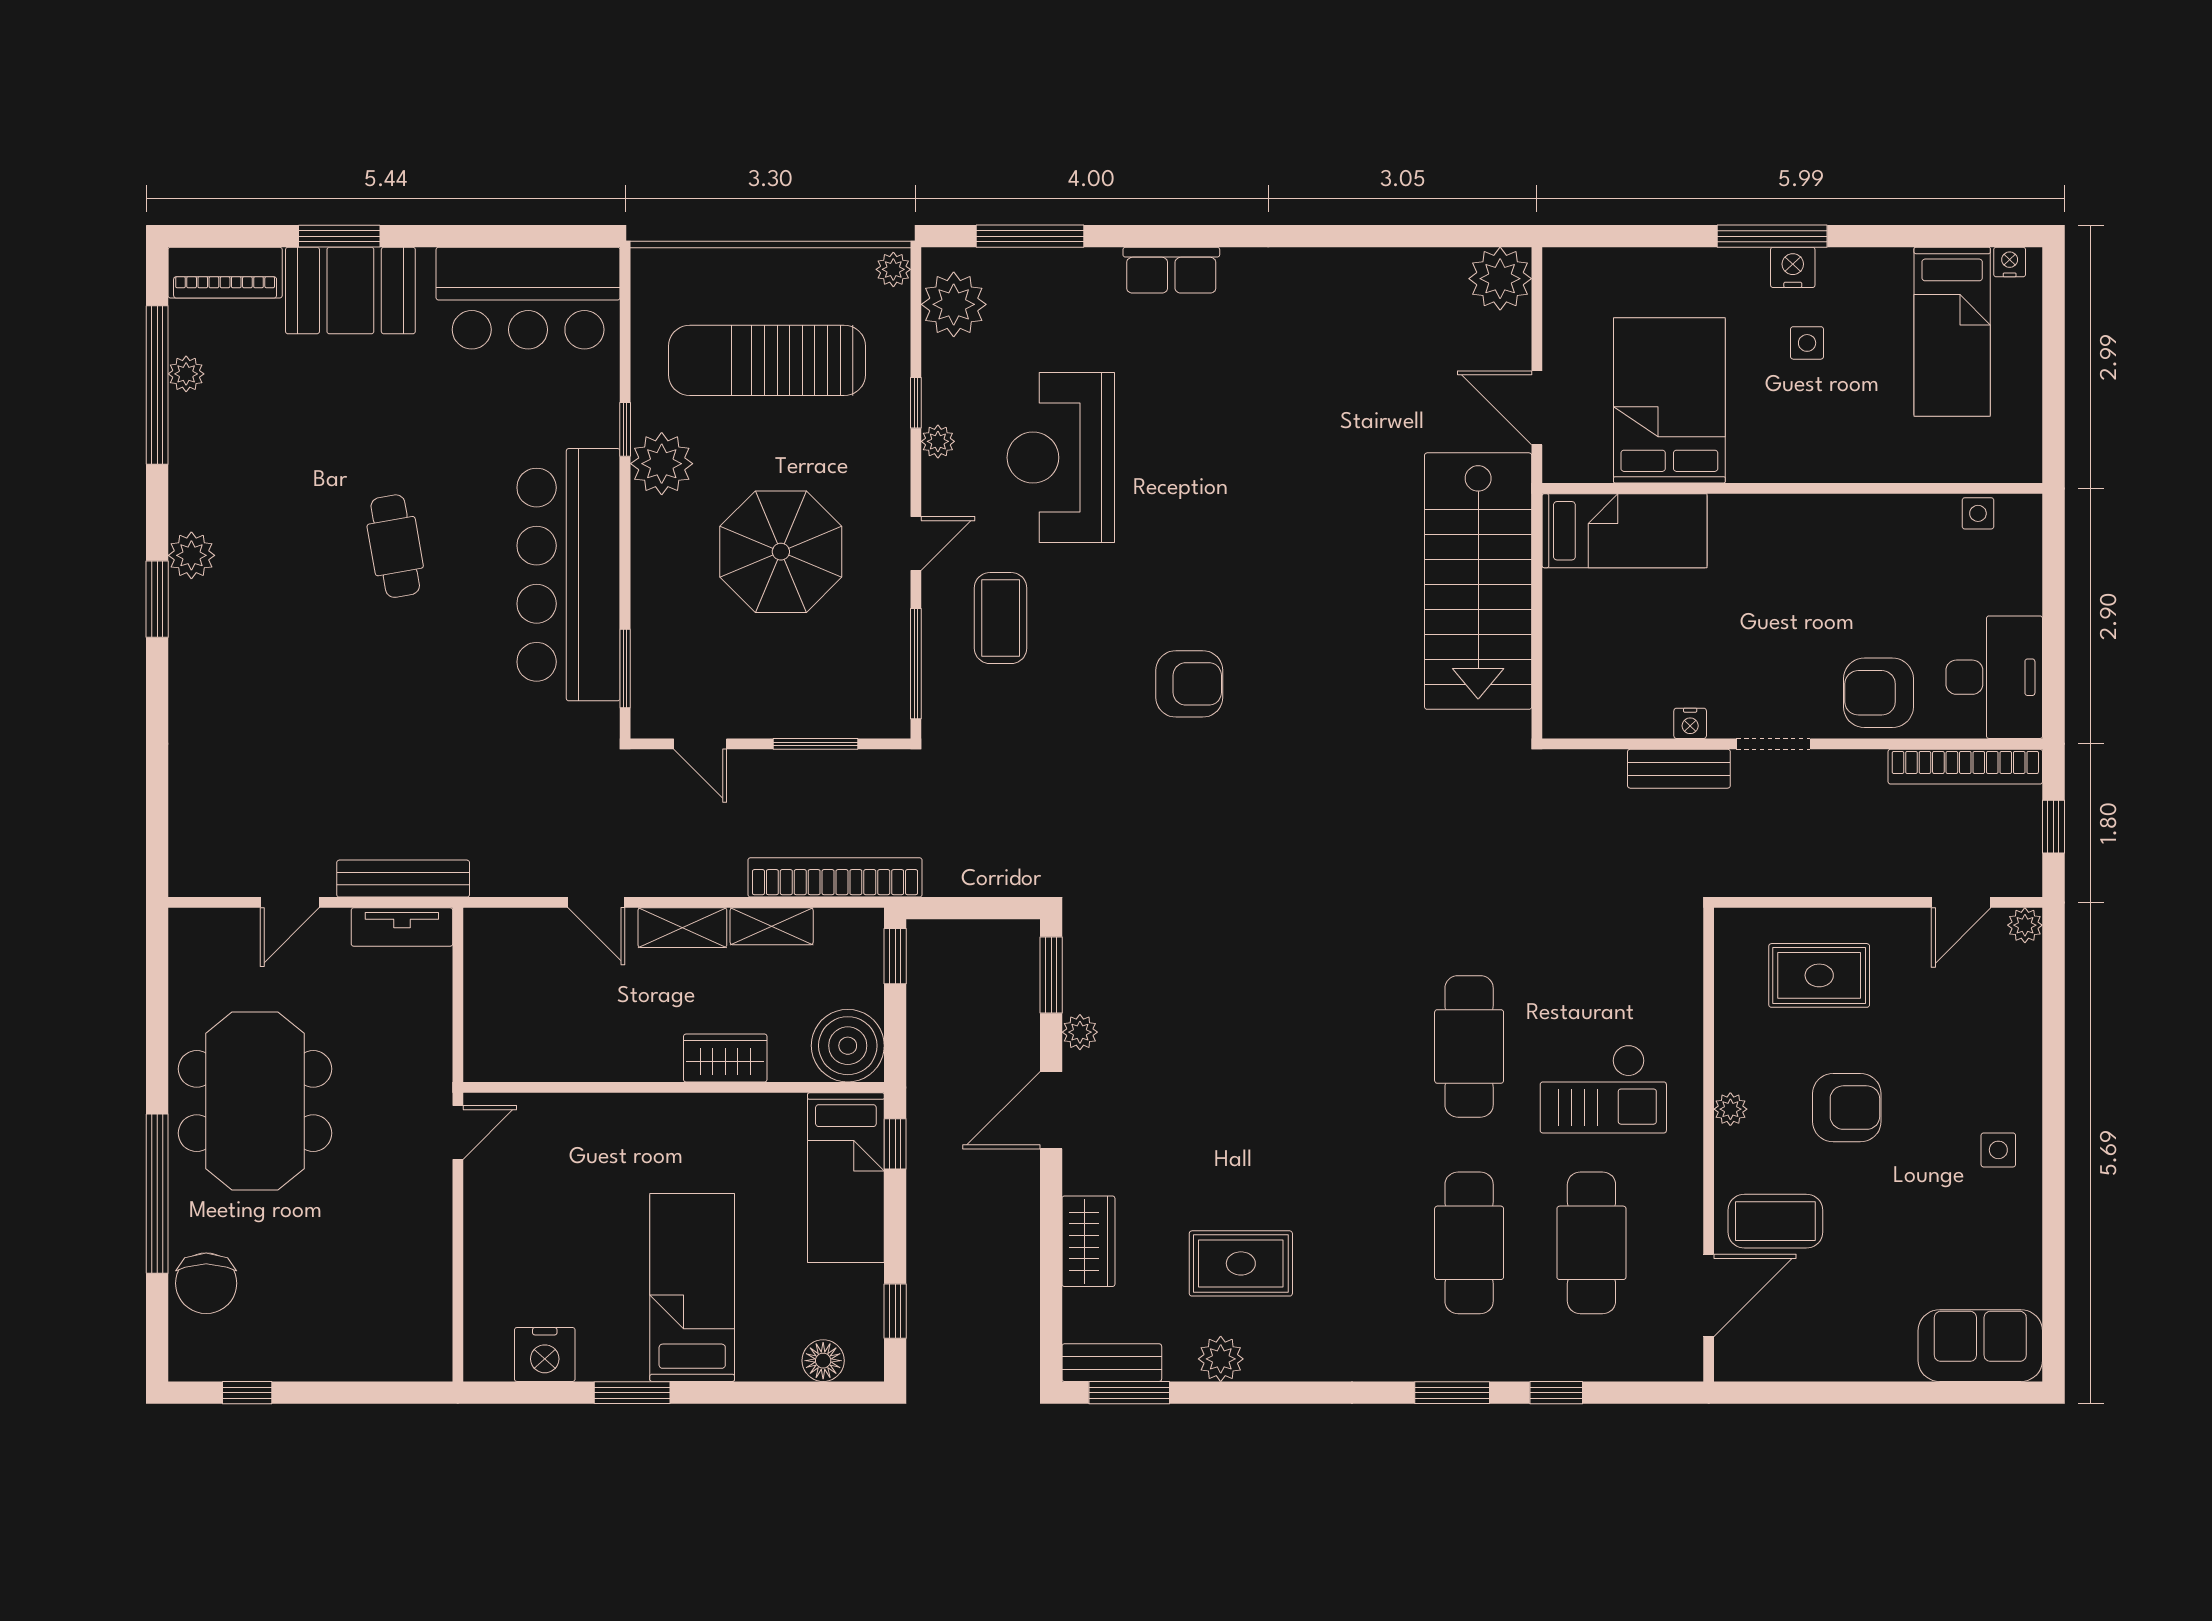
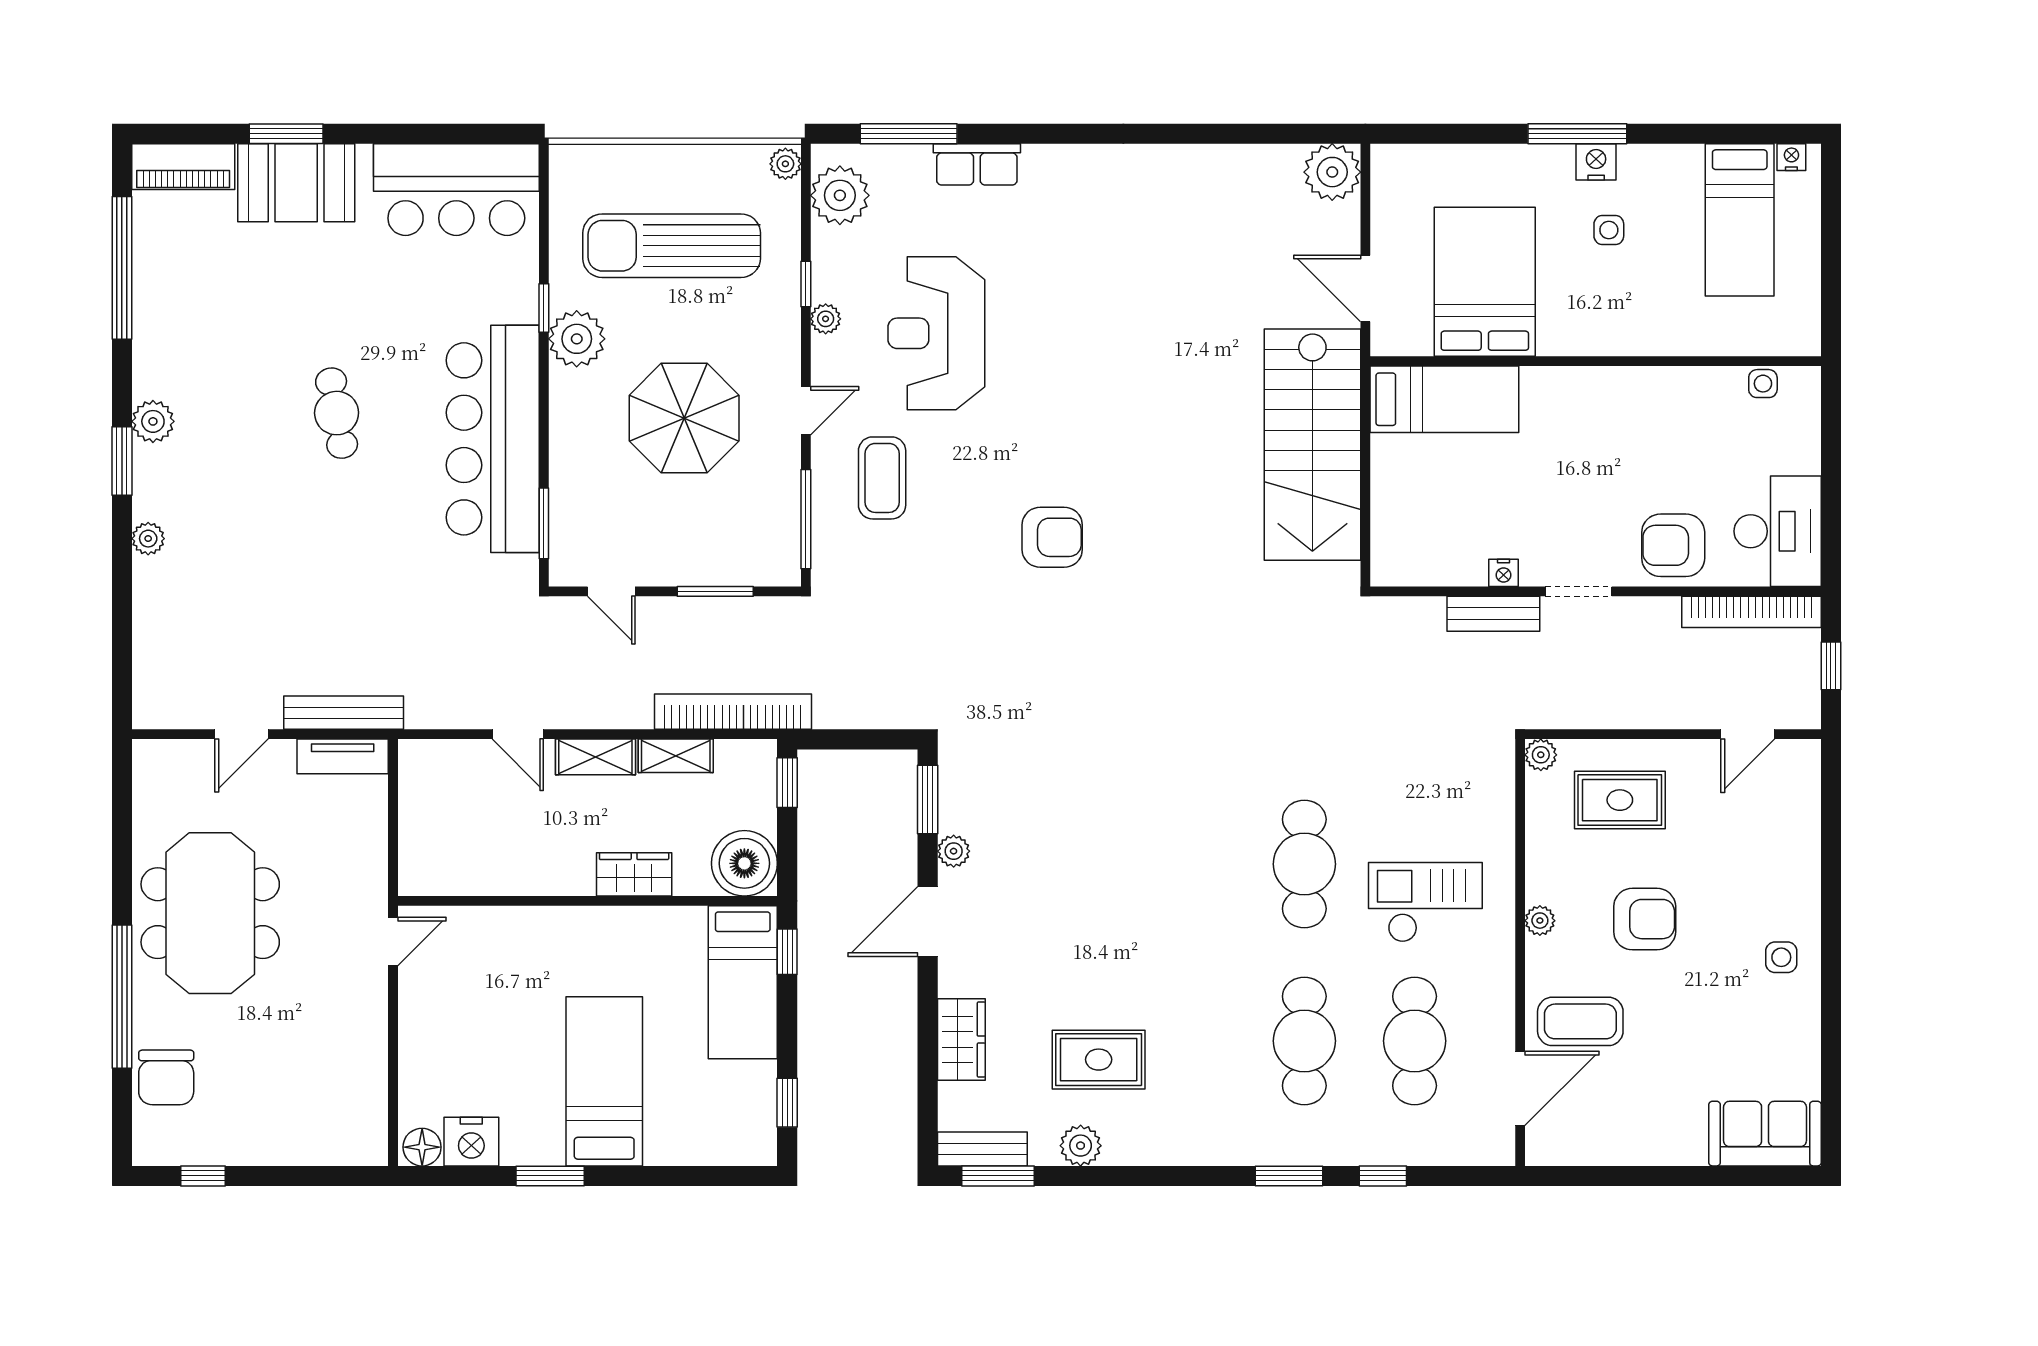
row of seats: (1171, 270) -> (977, 164), moved
plant: (186, 374) -> (148, 539), moved
plant: (2025, 925) -> (1541, 755), moved
checkout: (1603, 1089) -> (1425, 902), turned 180
floor lamp: (823, 1361) -> (422, 1147), moved

